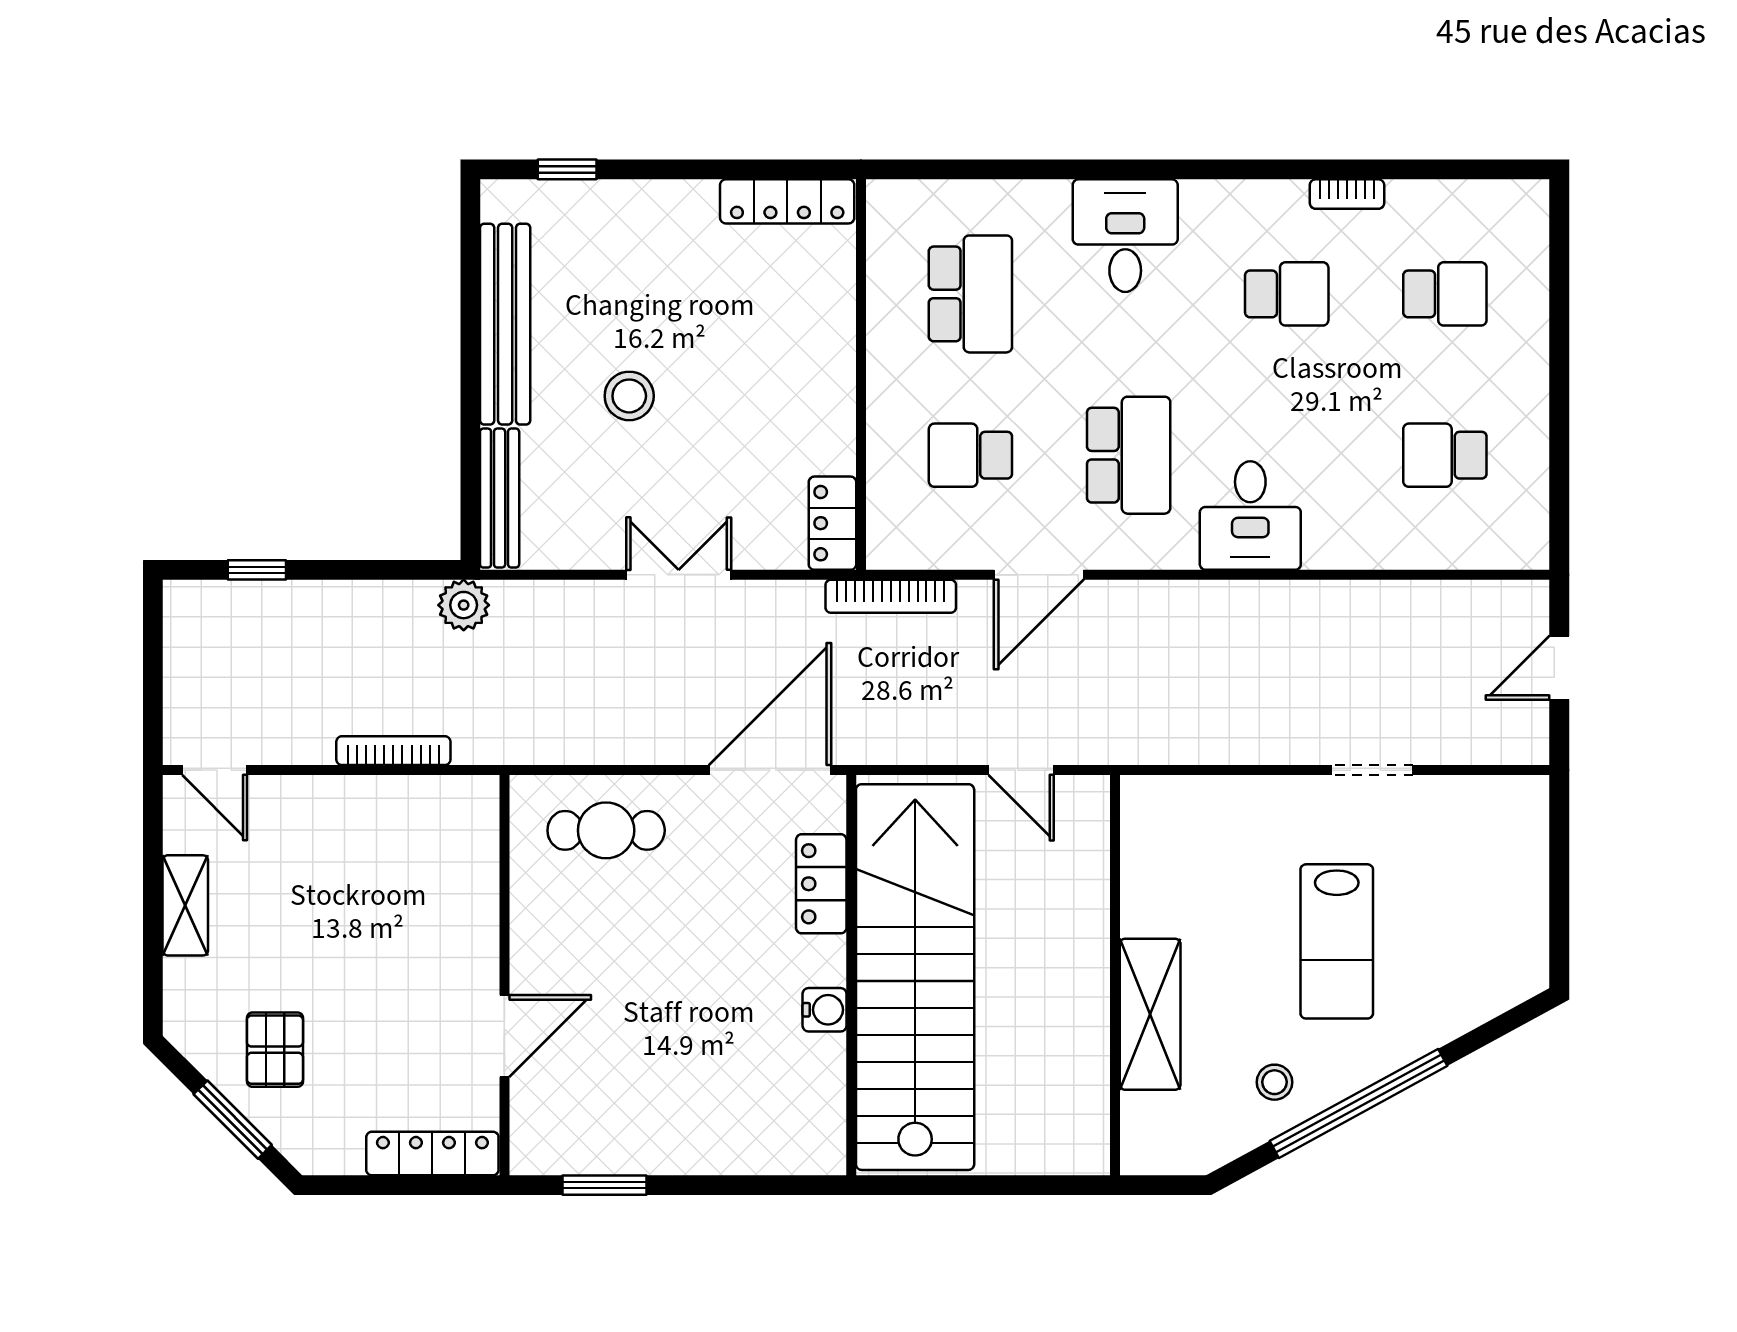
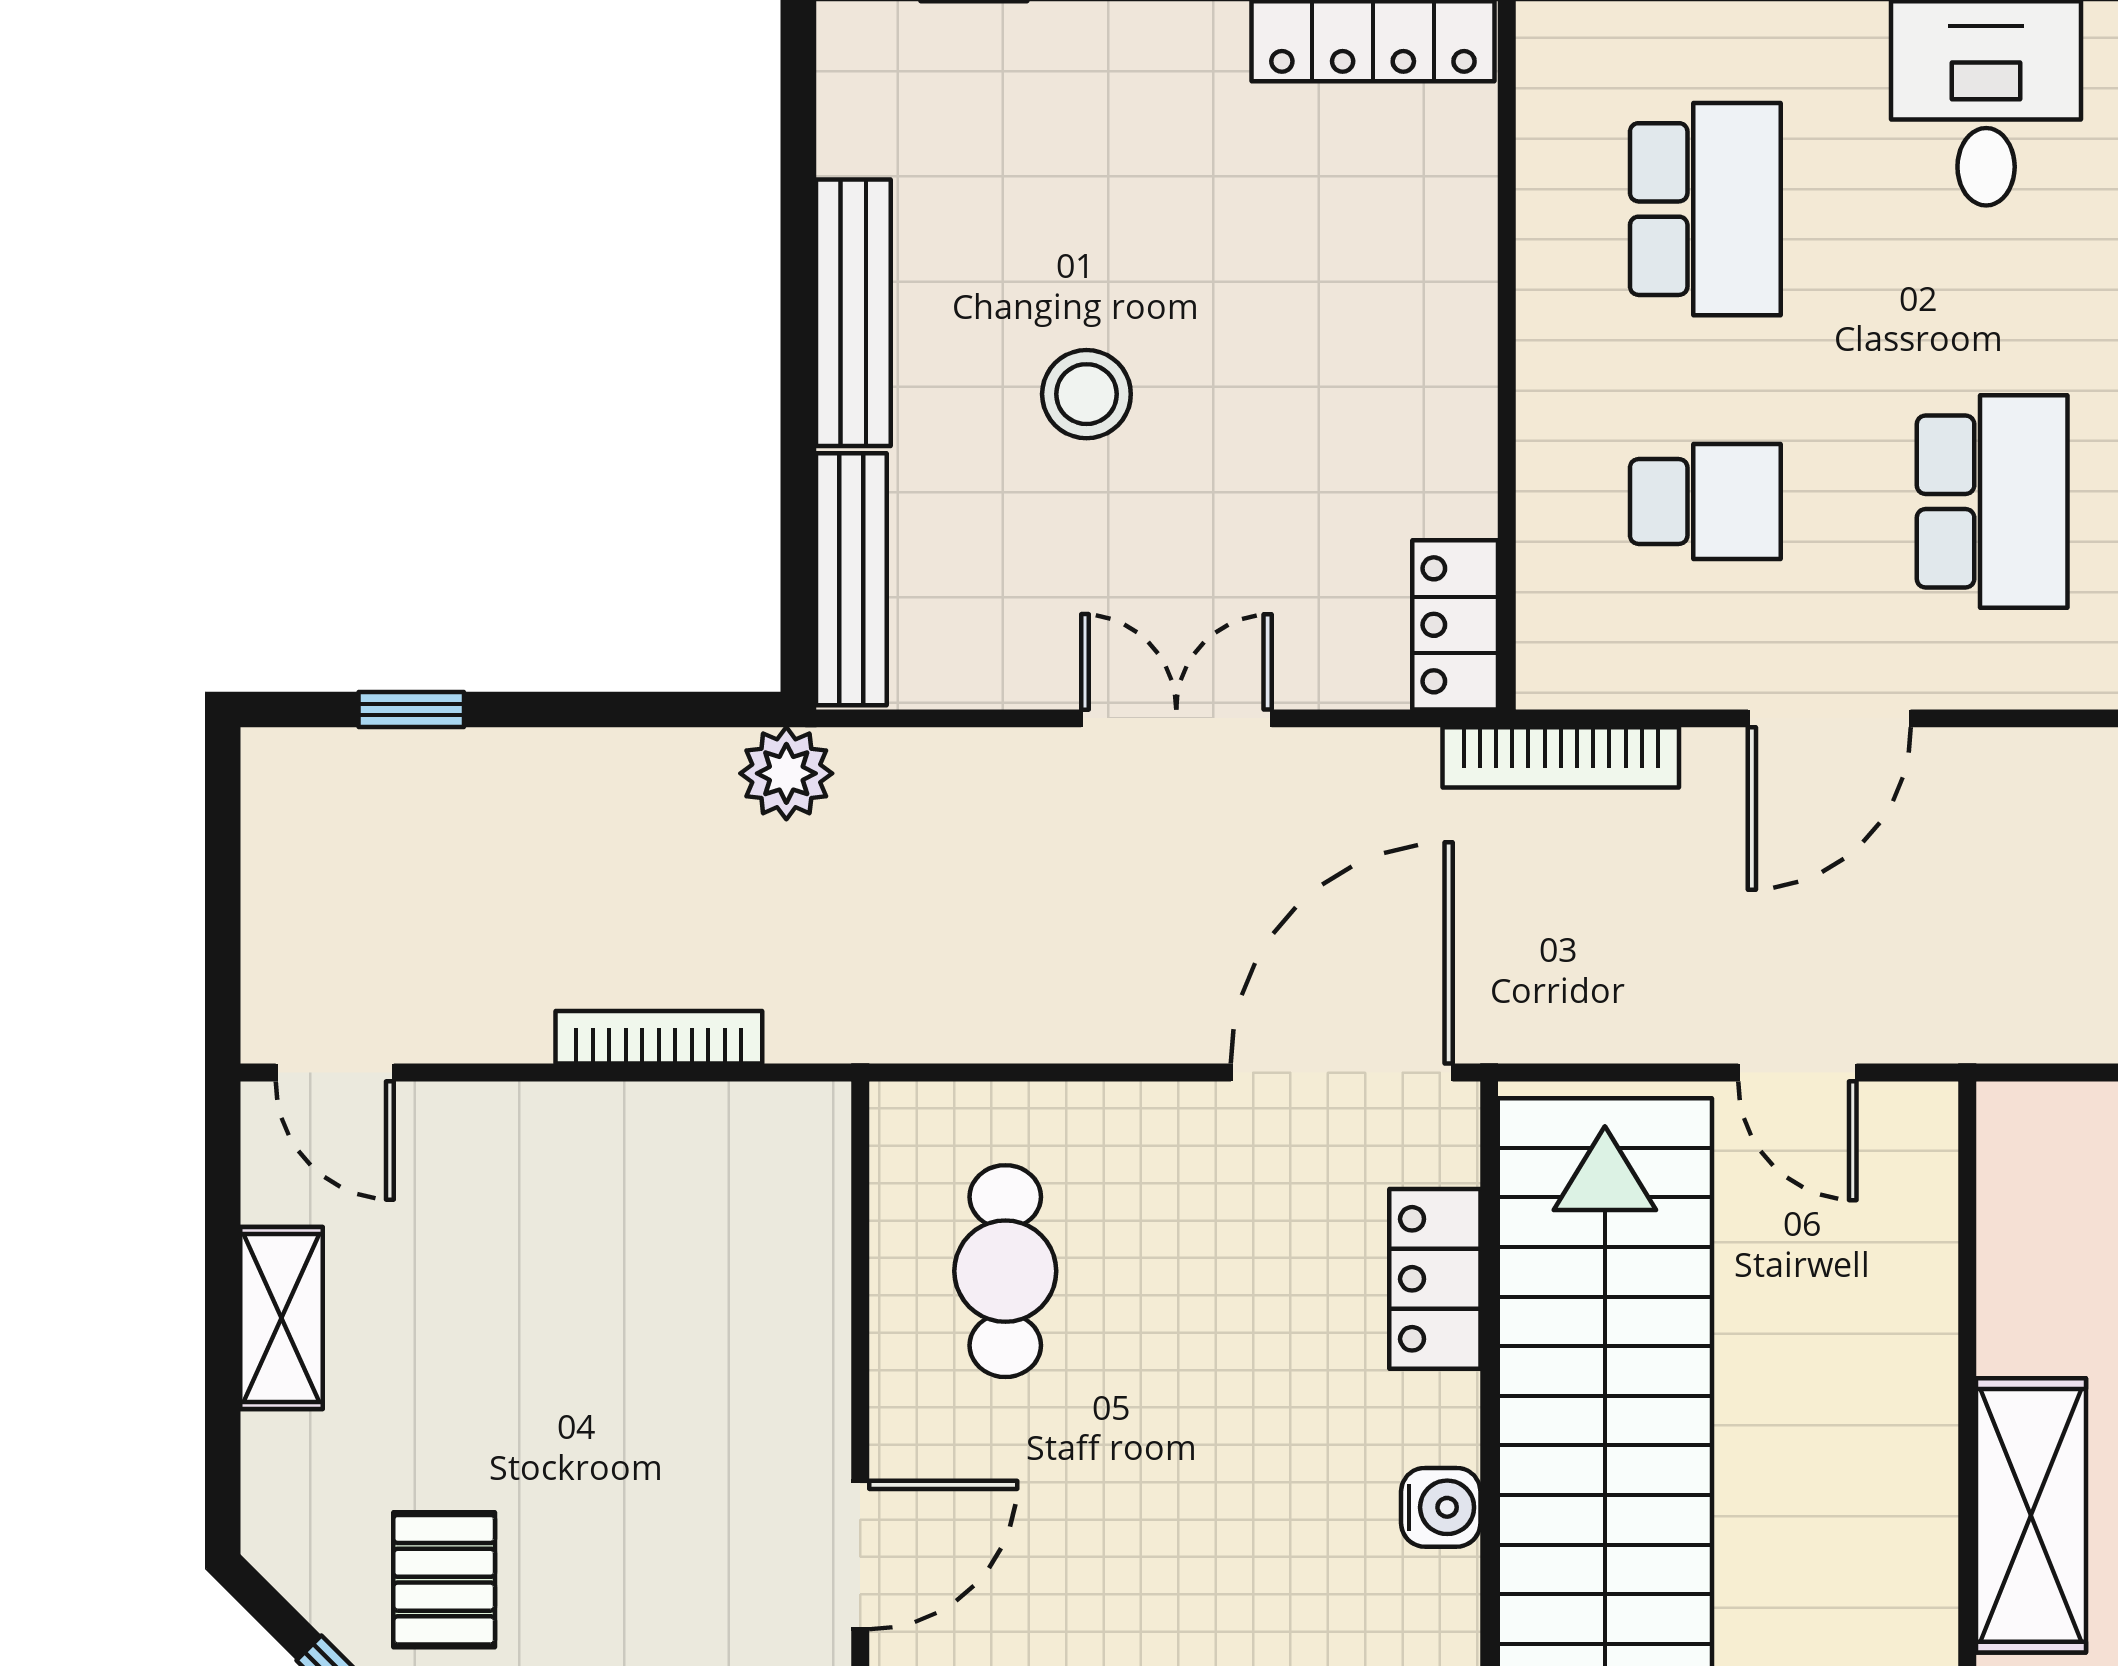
bench: (505, 324) -> (853, 313), width x0.73, depth x0.82
school desk: (970, 455) -> (1705, 502), turned 180
cafe table: (606, 830) -> (1005, 1271), moved, turned 90

